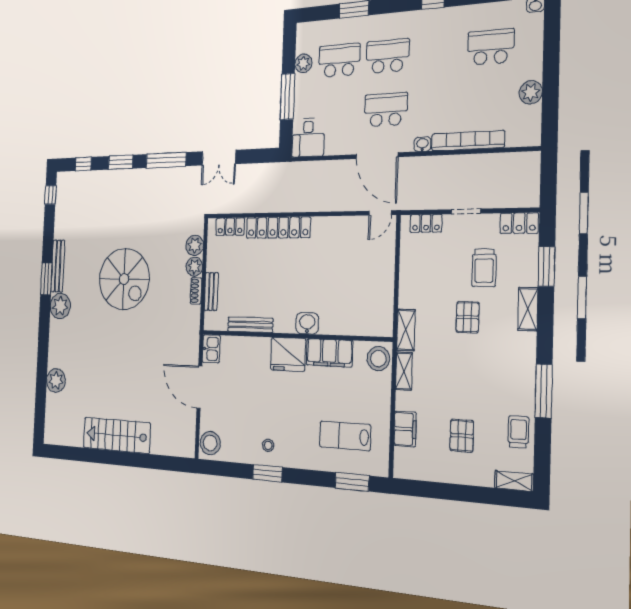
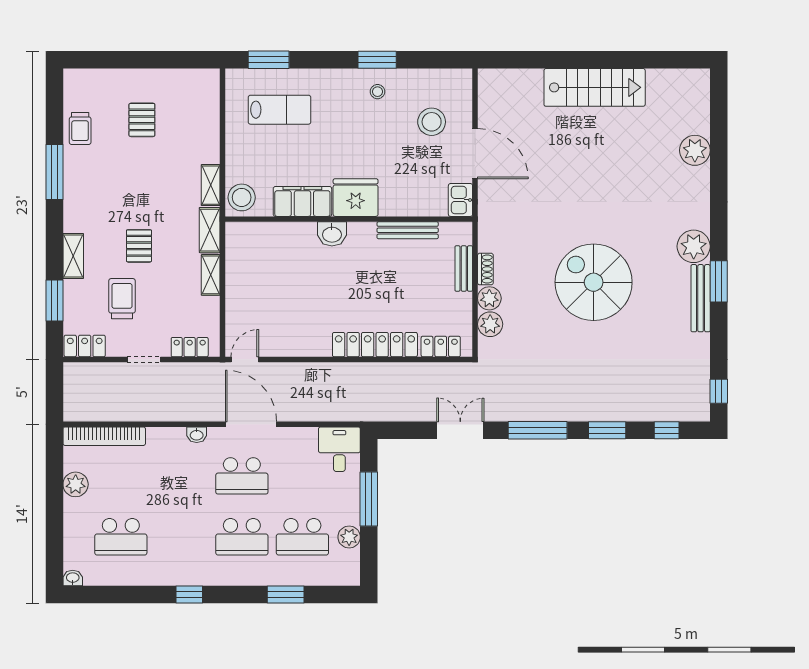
bookcase: (468, 141) -> (104, 436), moved
filing cabinet: (405, 429) -> (207, 122), removed
stool: (210, 443) -> (432, 122), moved
shelving: (514, 481) -> (211, 275), moved, turned 90

